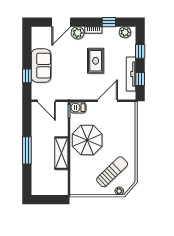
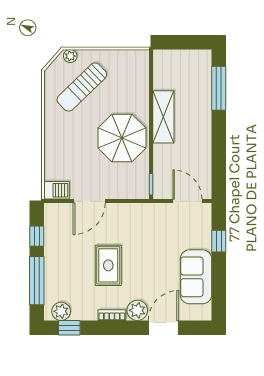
window: (109, 22) -> (69, 328), moved
window: (140, 51) -> (37, 281), width x2.17
sofa: (41, 66) -> (196, 277), moved
tv unit: (131, 74) -> (51, 244), removed
barbecue: (78, 108) -> (57, 190), moved
window: (27, 150) -> (219, 88), moved

